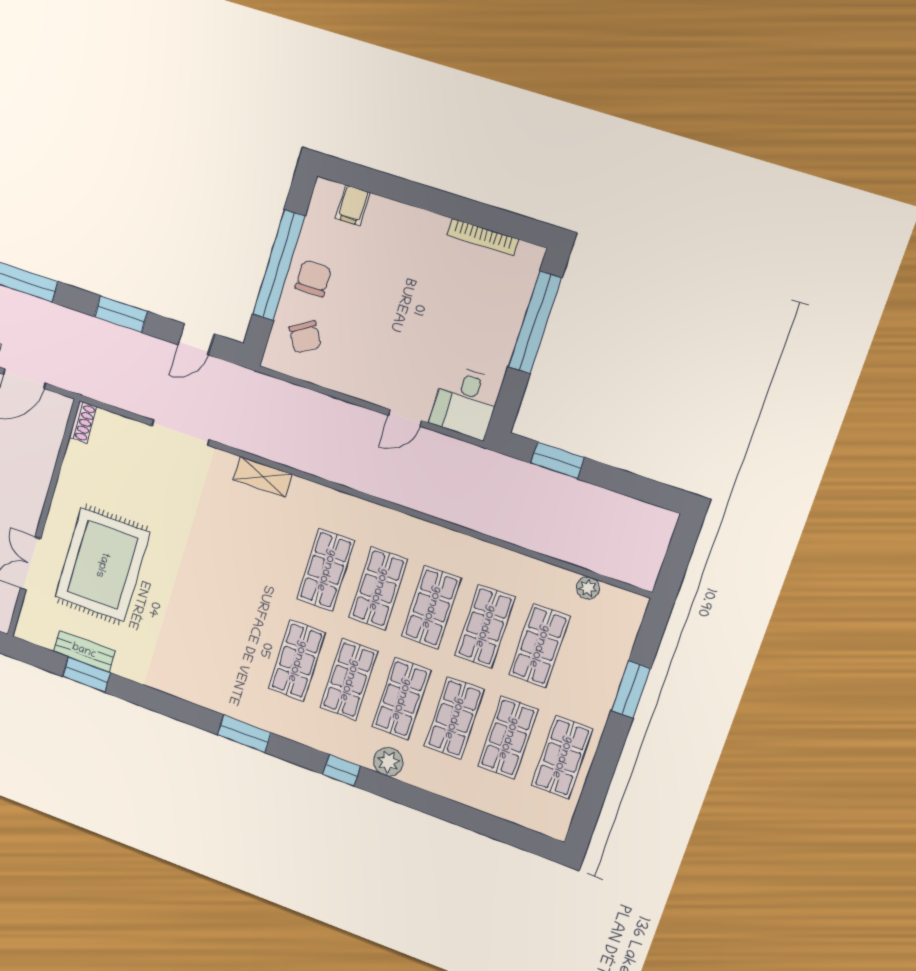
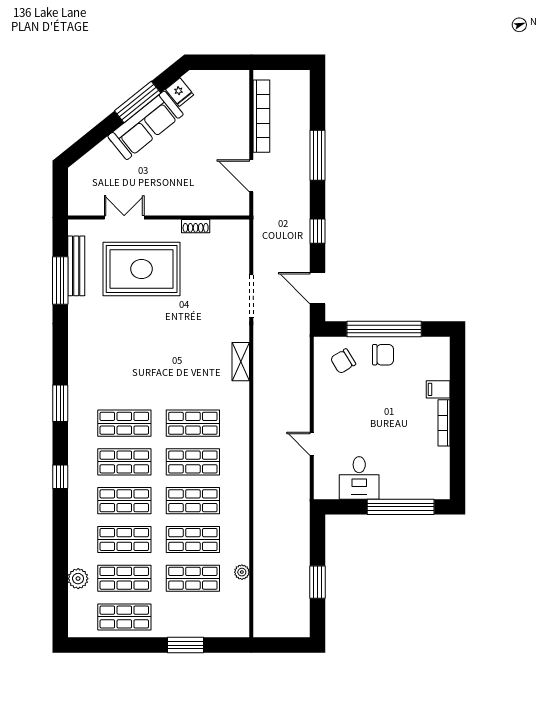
filing cabinet: (353, 205) -> (438, 389), moved
bookcase: (483, 237) -> (444, 423), moved
window: (121, 314) -> (318, 231), width x0.67
door: (196, 339) -> (318, 288), width x1.38
desk: (466, 402) -> (359, 478), moved, turned -90
shoe rack: (83, 422) -> (196, 226), moved
window: (557, 460) -> (318, 582), moved
plant: (588, 588) -> (242, 572), moved
bench: (84, 651) -> (76, 266), width x1.36
window: (87, 675) -> (60, 281), width x1.44
plant: (388, 762) -> (78, 579), moved

